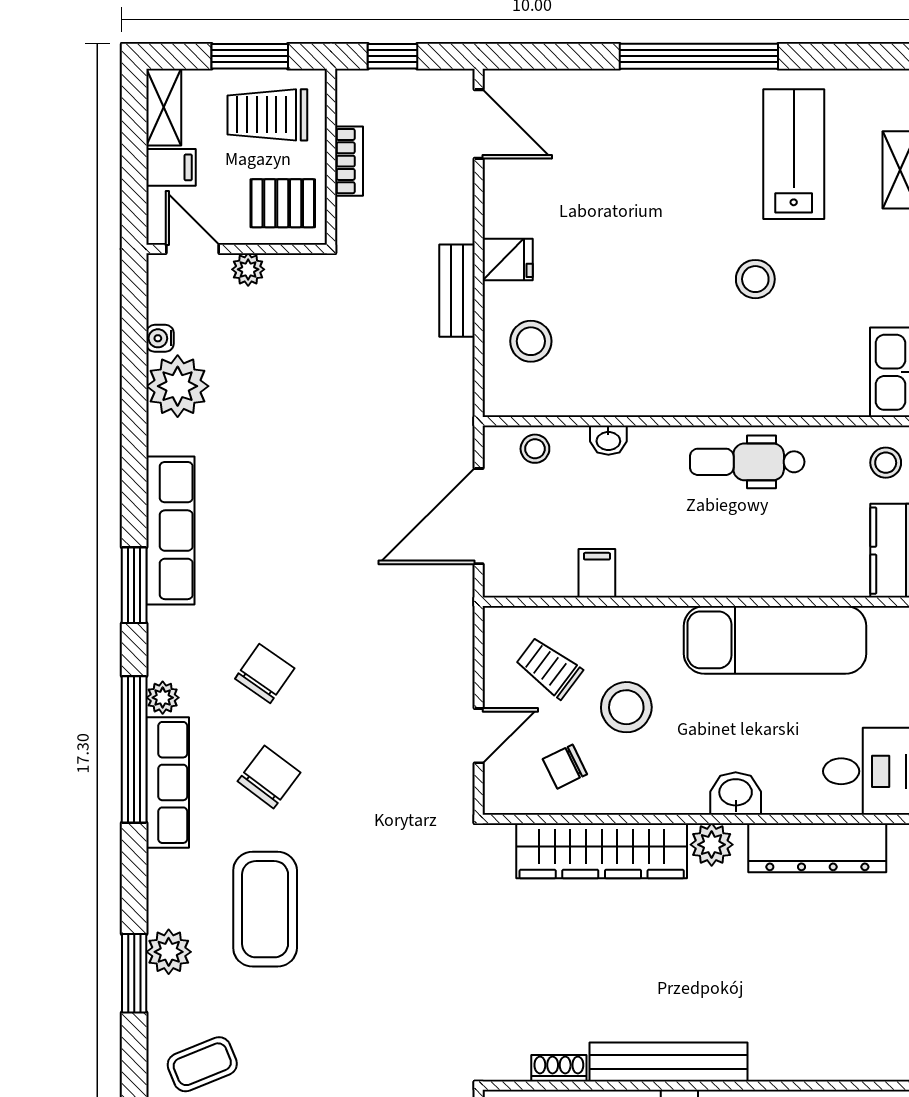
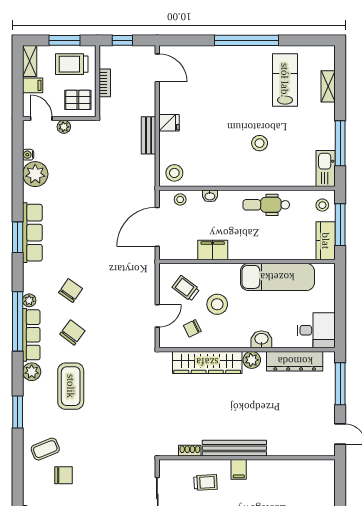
stool: (755, 279) -> (260, 143), moved
stool: (531, 341) -> (174, 173), moved
filing cabinet: (597, 573) -> (213, 250), width x2.00
window: (134, 585) -> (18, 237), moved
plant: (169, 952) -> (32, 372), moved

